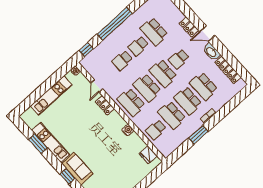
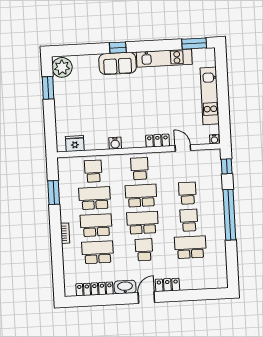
school desk: (131, 102) -> (140, 169), width x0.54
window: (198, 135) -> (54, 193), moved
window: (38, 144) -> (194, 44), moved

